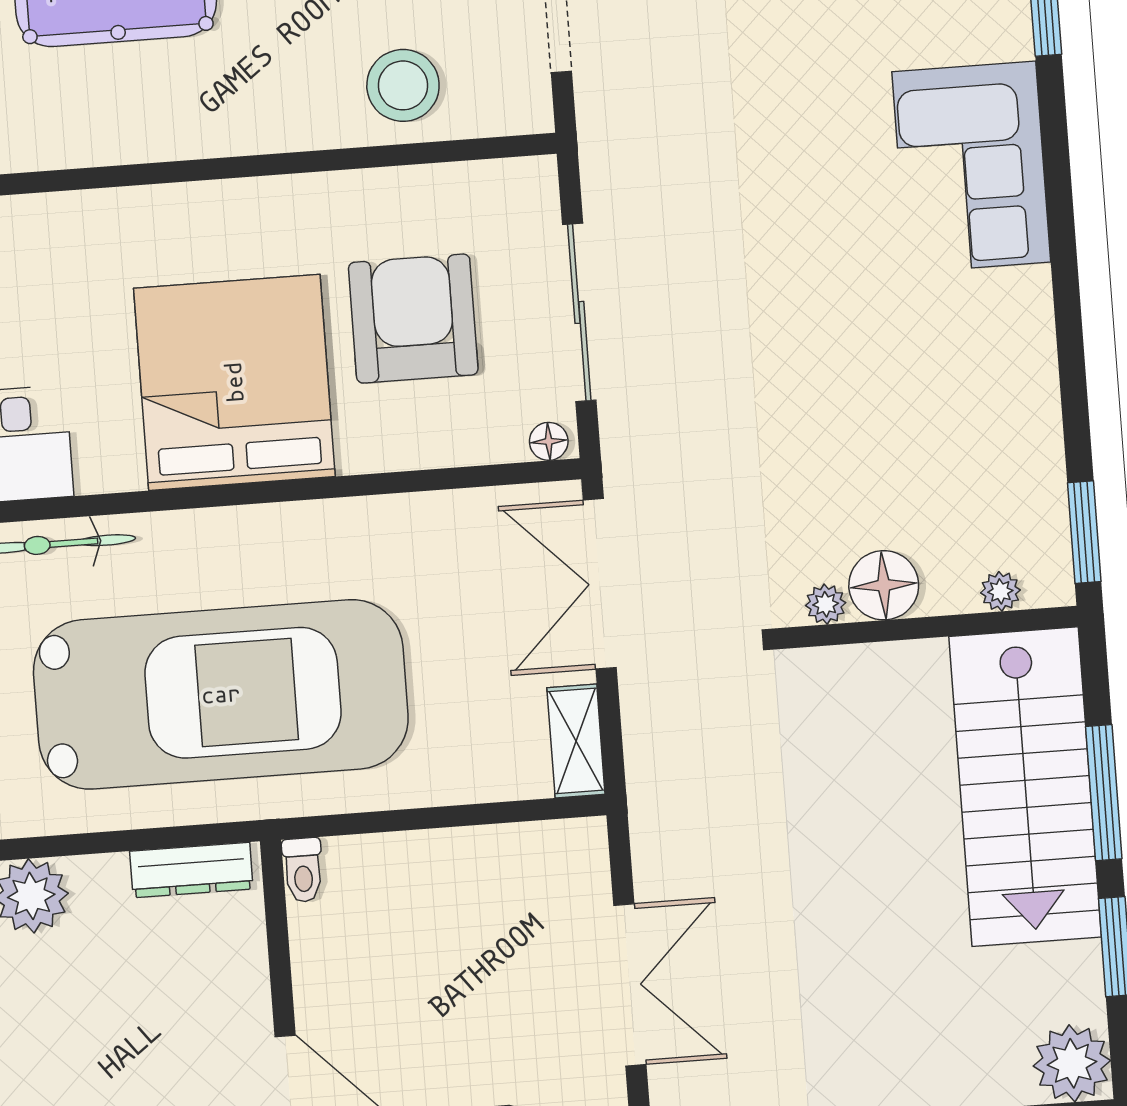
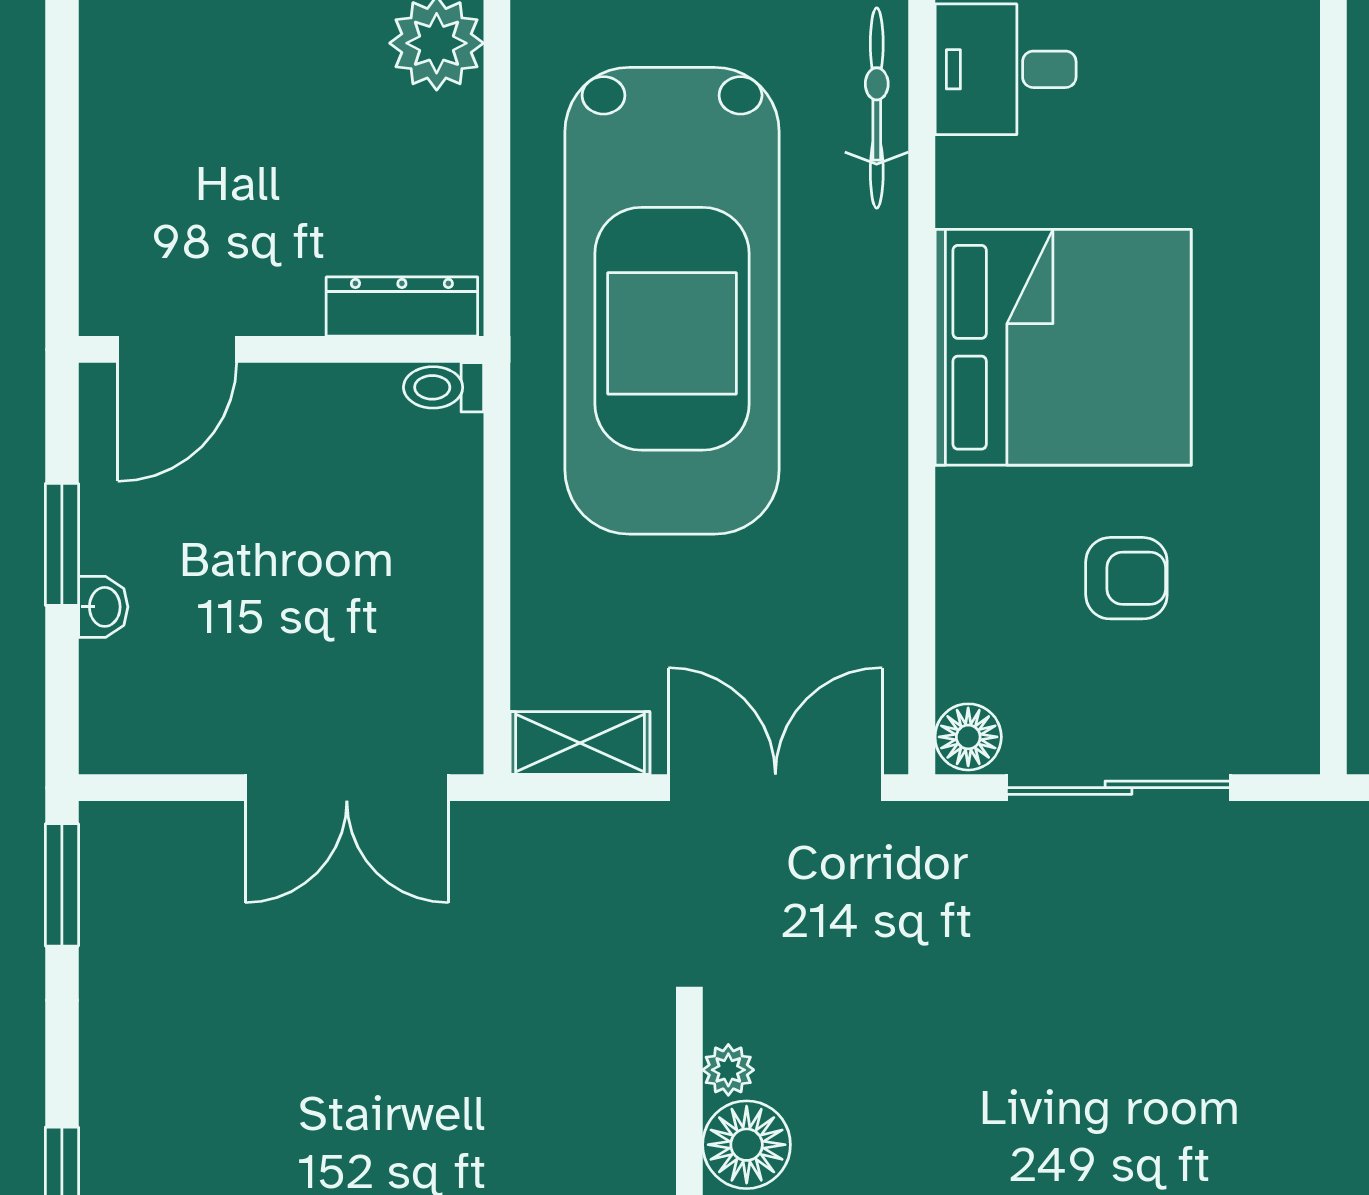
armchair: (413, 319) -> (1126, 578), width x0.53, depth x0.53
floor lamp: (549, 441) -> (968, 737), width x1.37, depth x1.37
dresser: (191, 870) -> (402, 307), moved, turned 90
double door: (630, 985) -> (347, 788), moved

